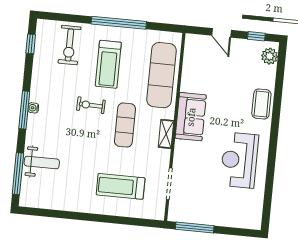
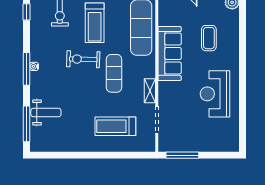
coffee table: (261, 104) -> (209, 38), moved
exercise bike: (91, 105) -> (83, 59), width x1.38, depth x1.39
sofa: (191, 117) -> (170, 53), width x1.36
shelving: (166, 134) -> (150, 91), moved

